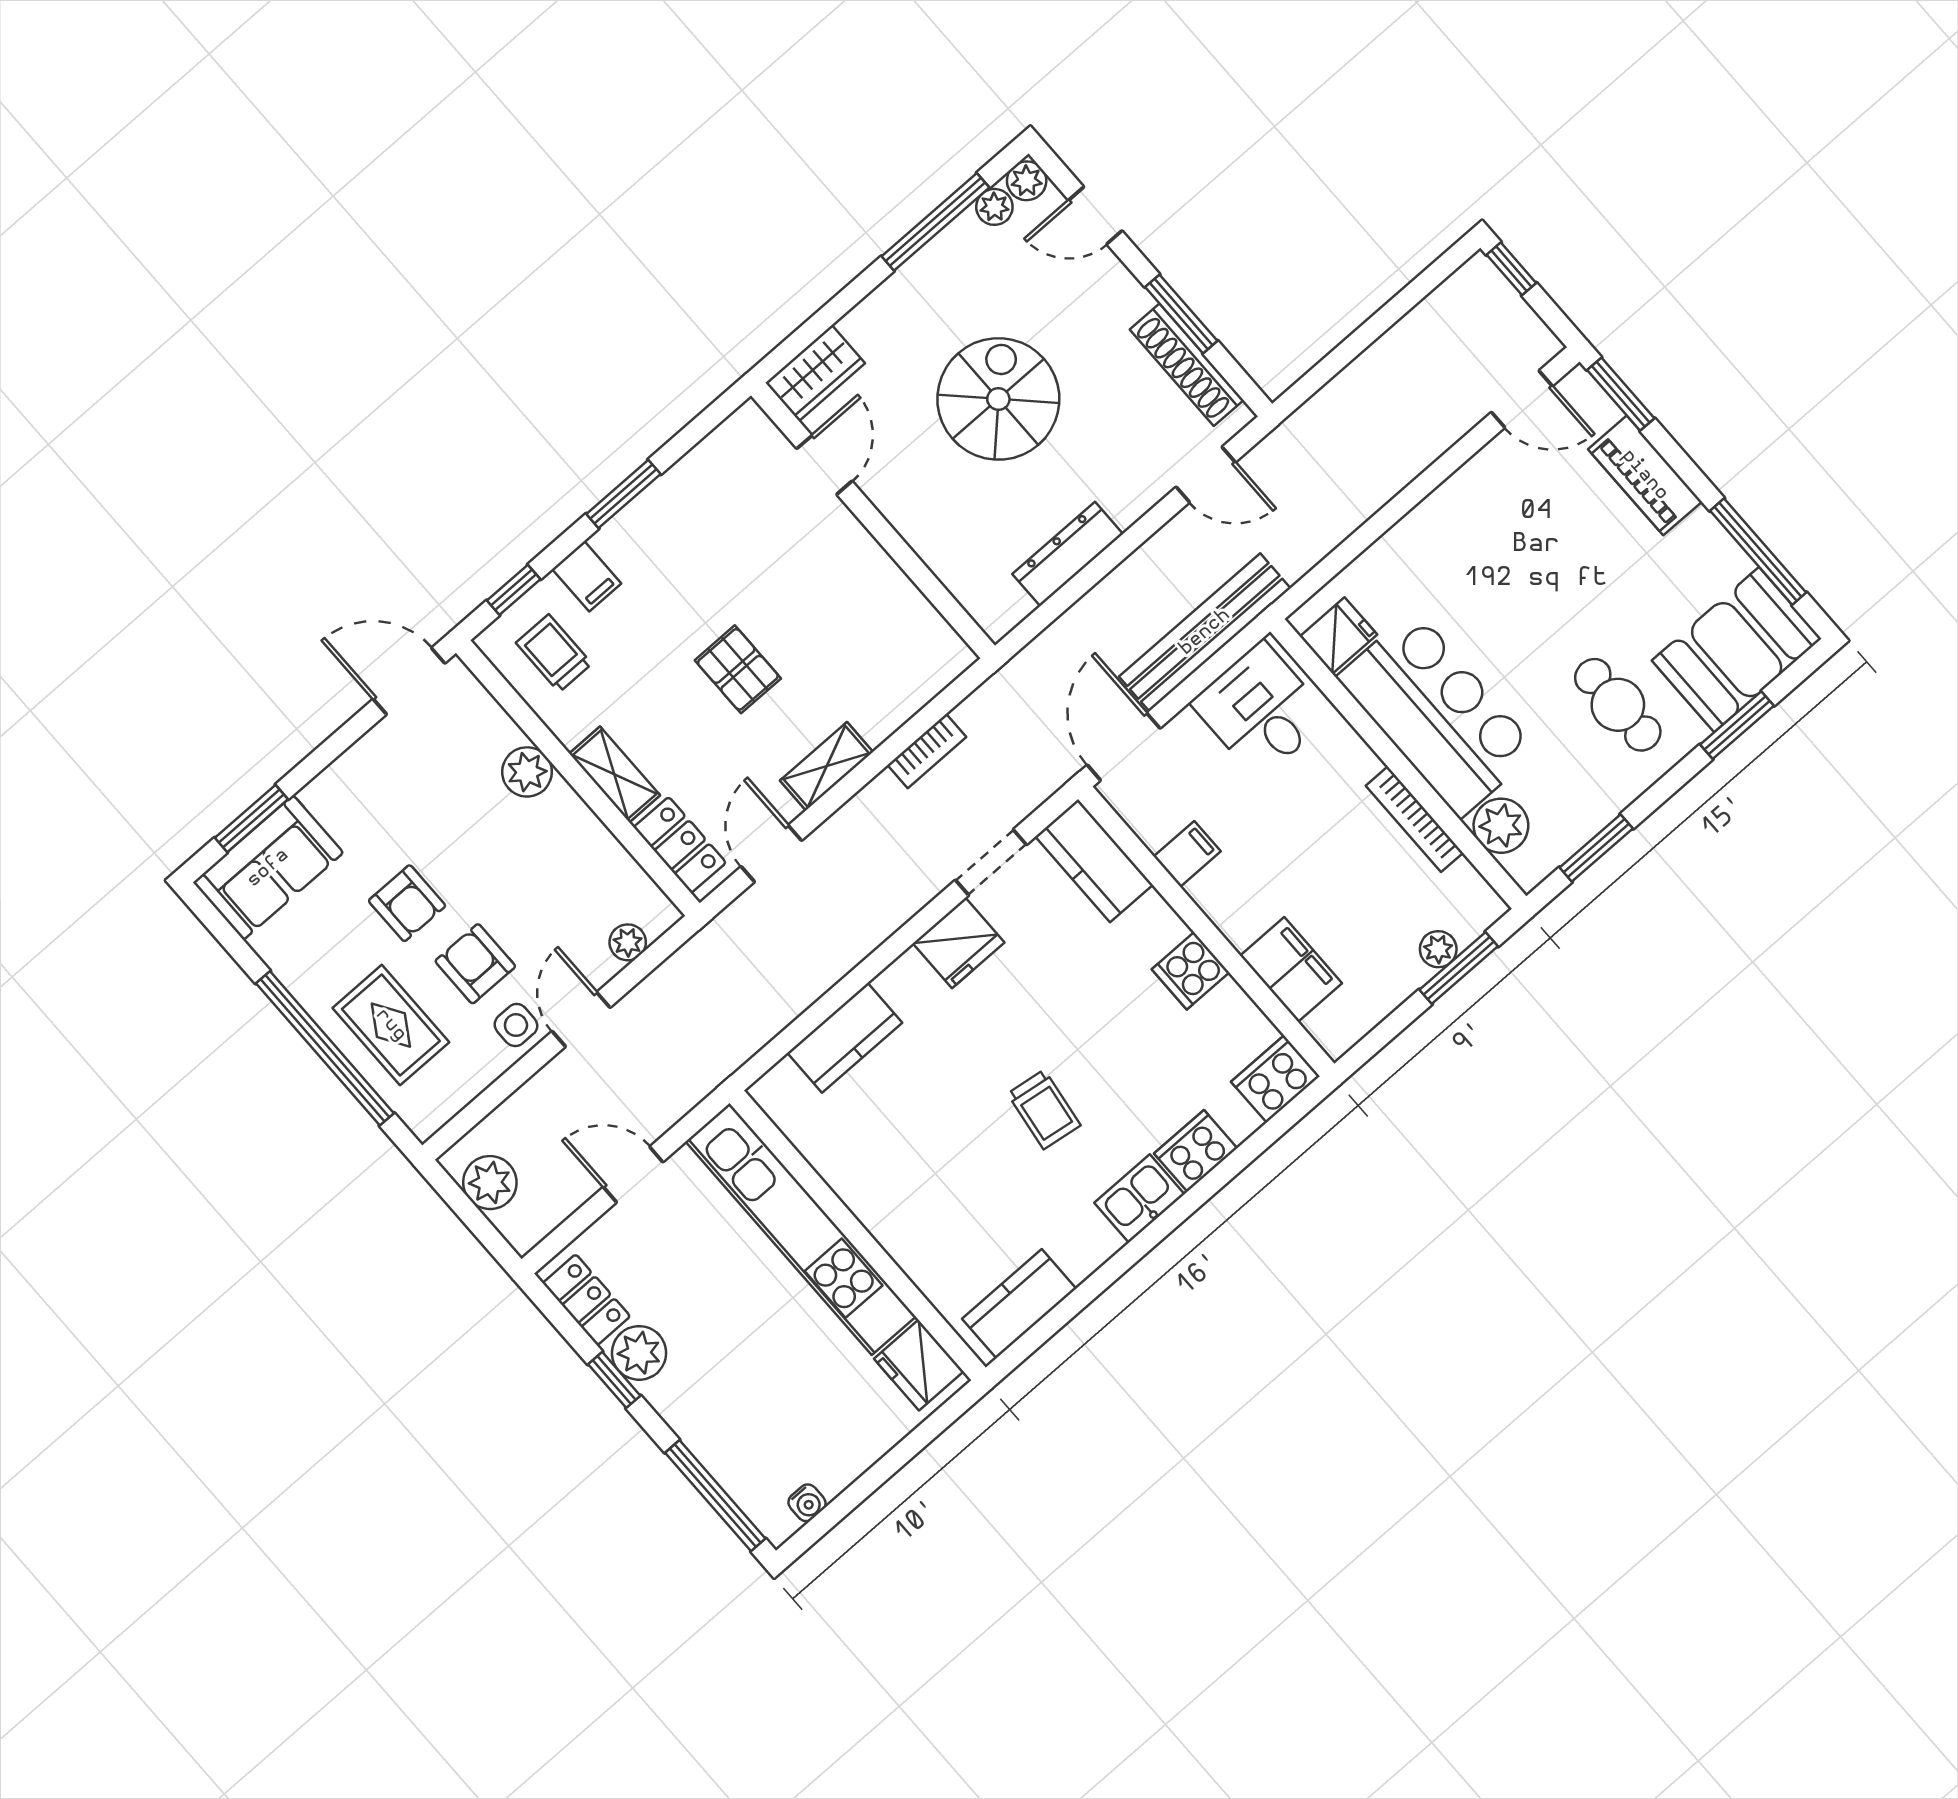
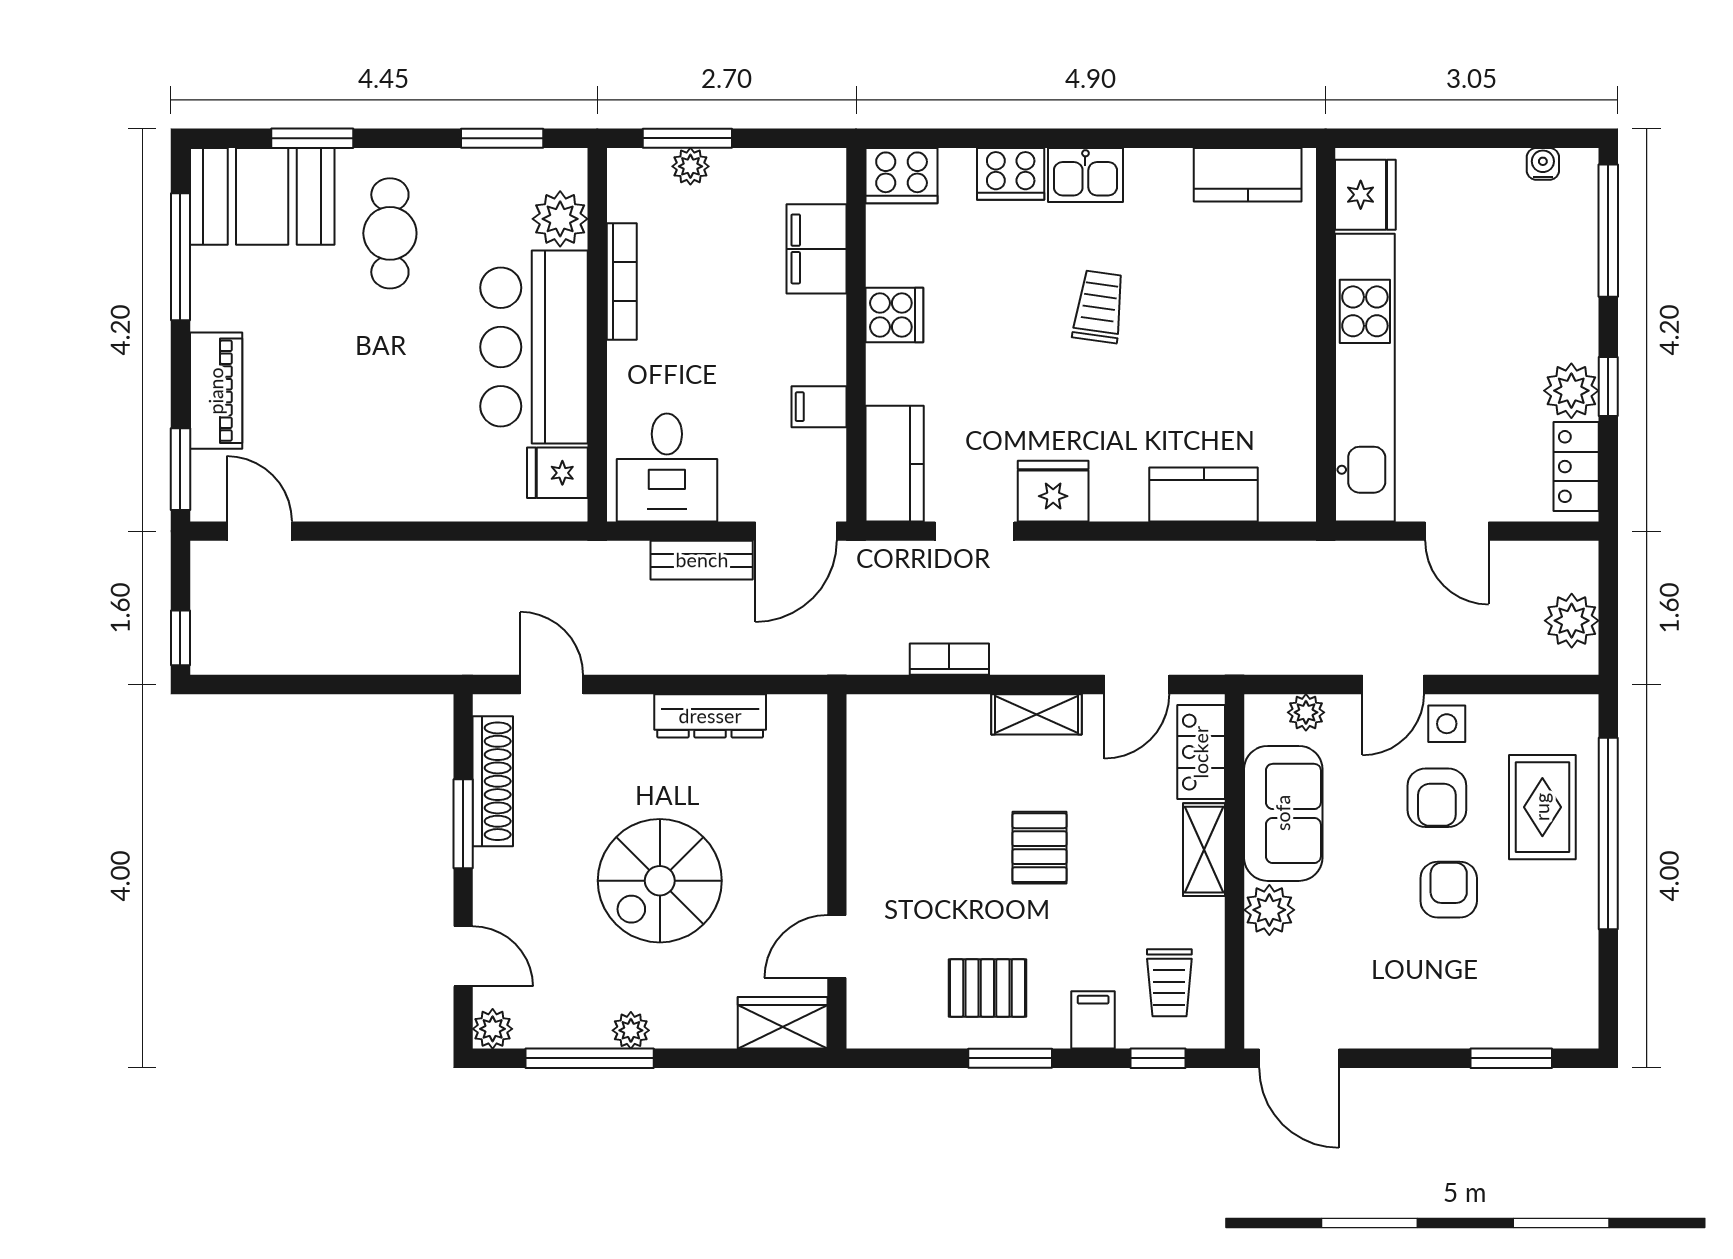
plant: (994, 207) -> (631, 1030), moved
pallet: (686, 532) -> (987, 988), added
bench: (1205, 632) -> (702, 560), width x0.54, depth x0.82
sofa: (268, 868) -> (1283, 813), moved, turned 90

